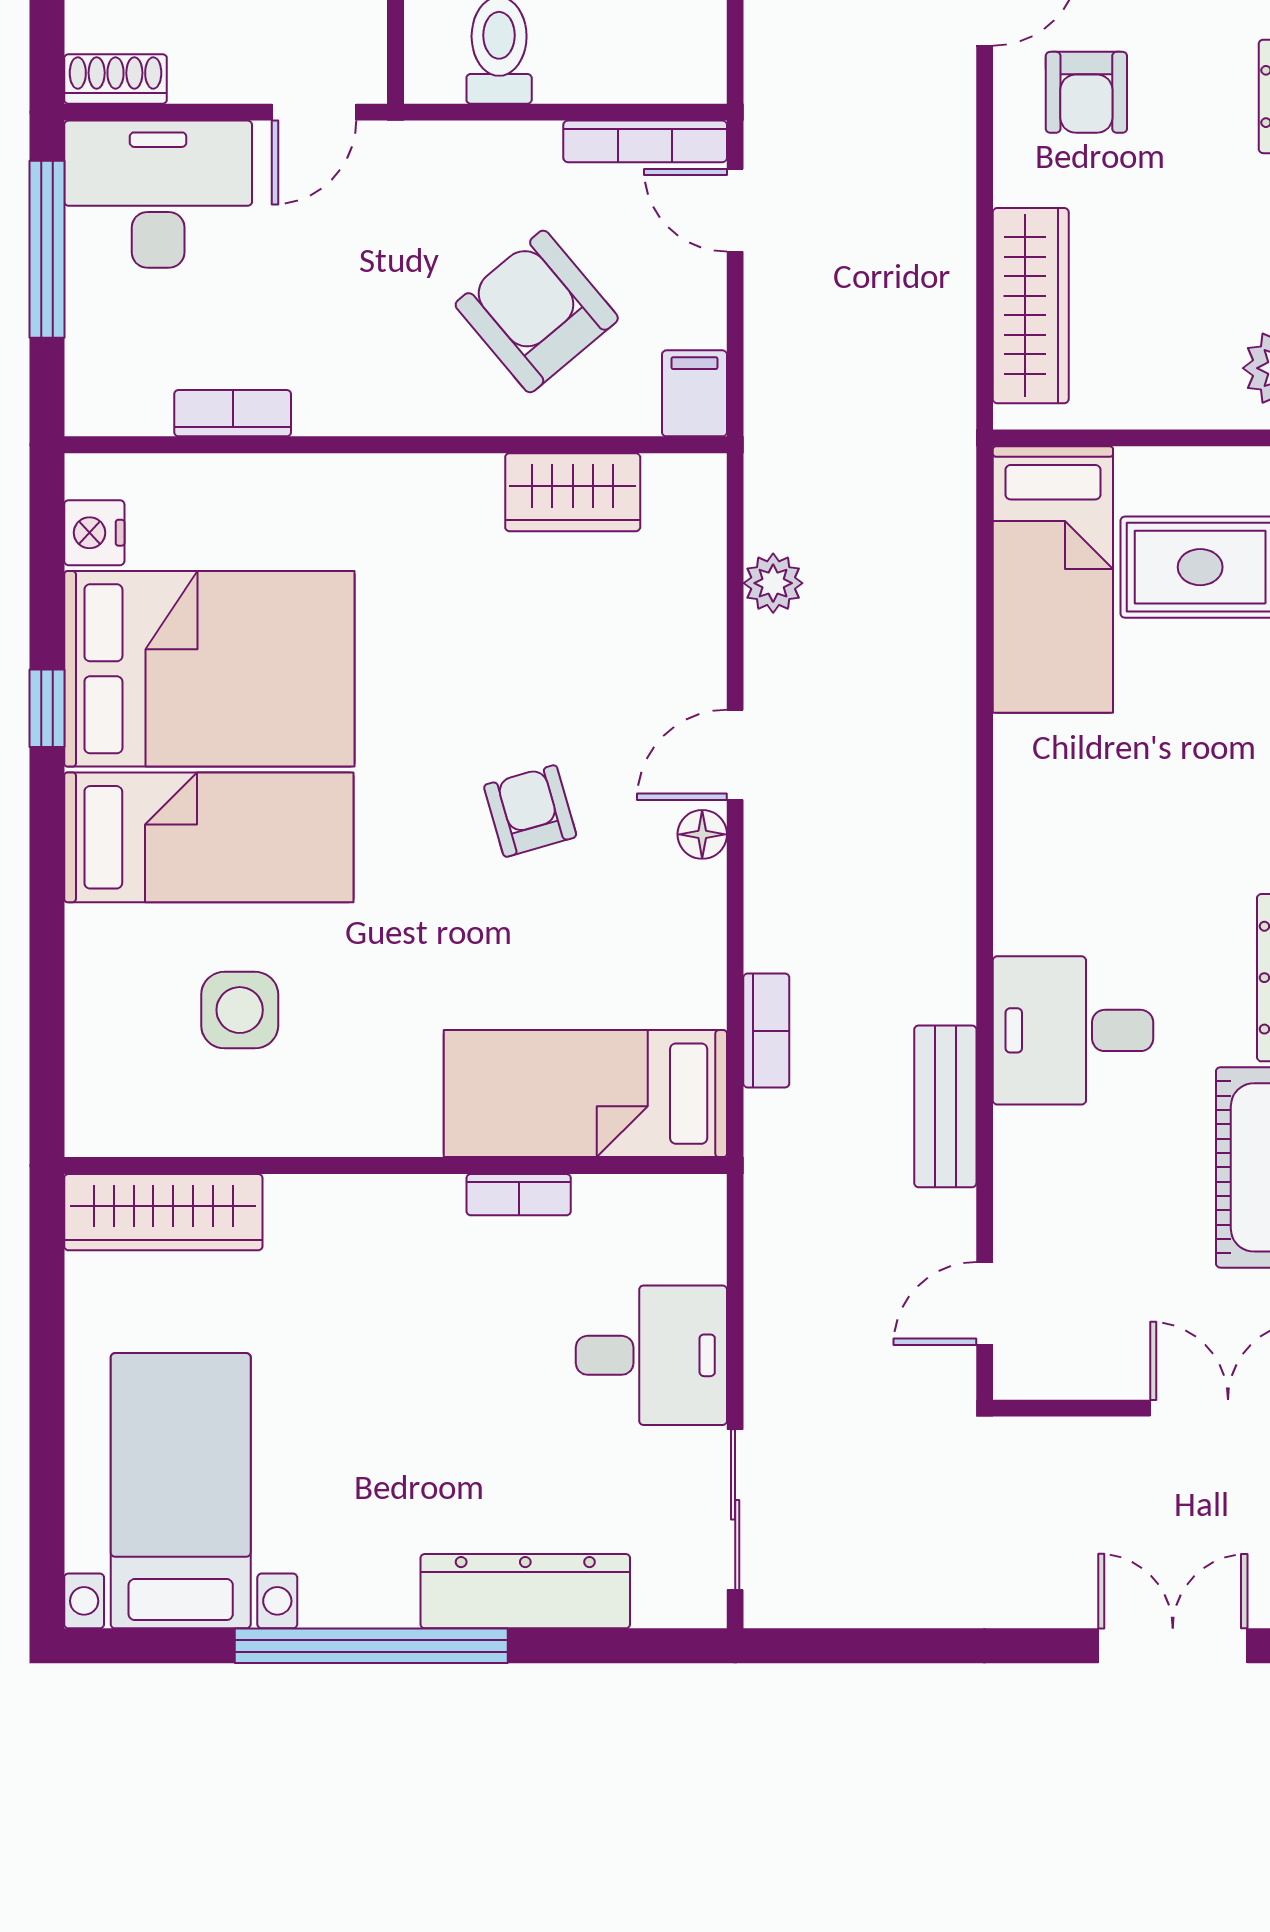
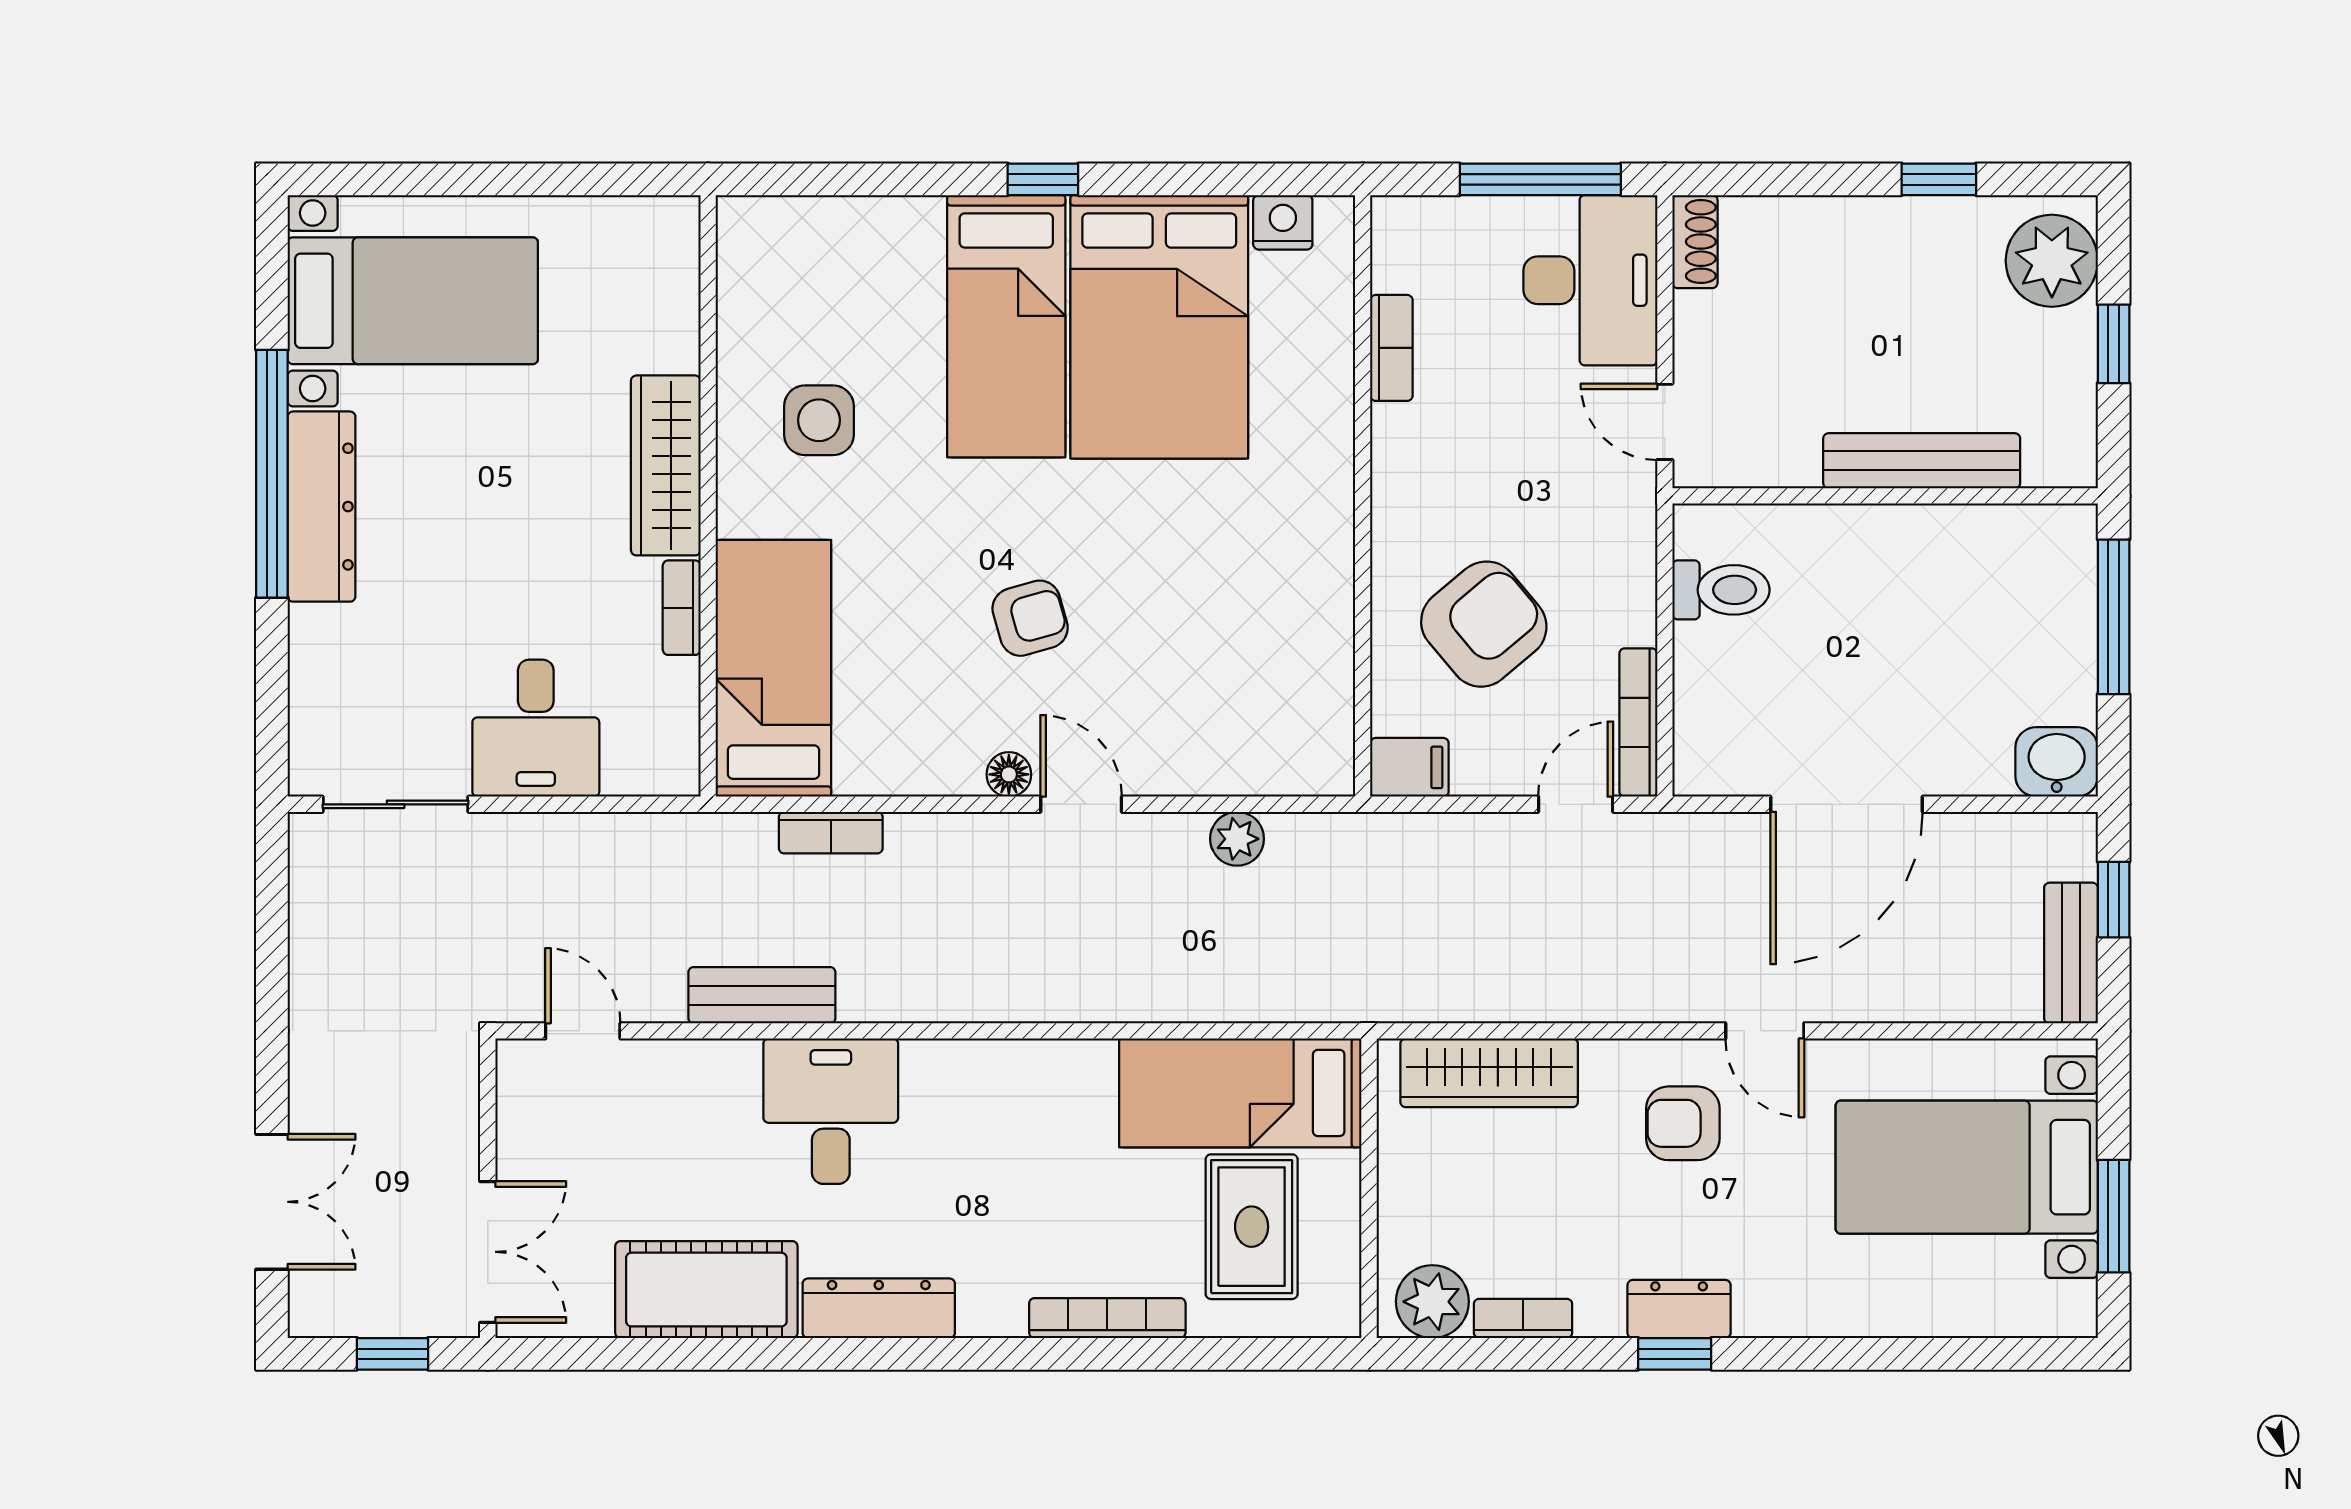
wardrobe: (573, 492) -> (1320, 657), removed
window: (47, 708) -> (1043, 179), moved
side table: (240, 1010) -> (819, 420), moved
wardrobe: (163, 1212) -> (666, 465), moved
dresser: (525, 1591) -> (322, 507), moved

